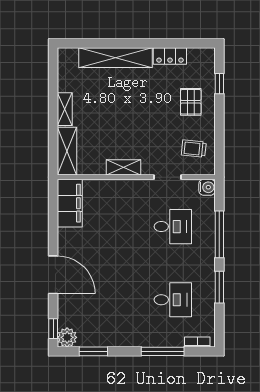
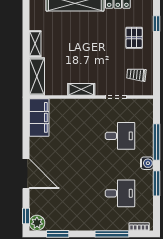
water cooler: (207, 187) -> (147, 163), moved

